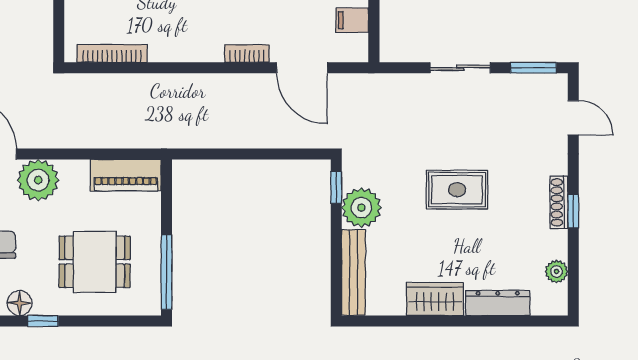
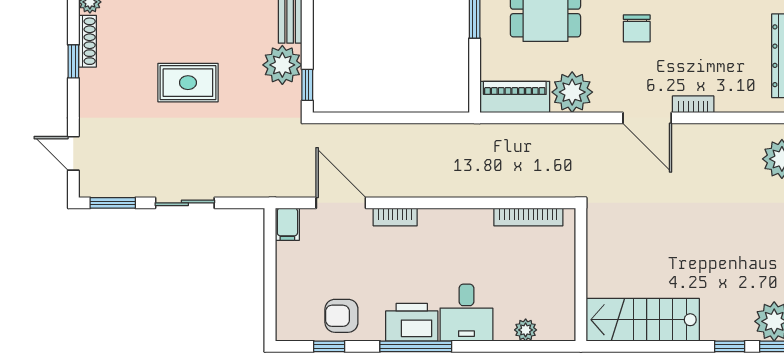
filing cabinet: (352, 20) -> (287, 224), moved, turned 90
plant: (38, 180) -> (572, 92), moved
shoe rack: (559, 202) -> (88, 41), moved

